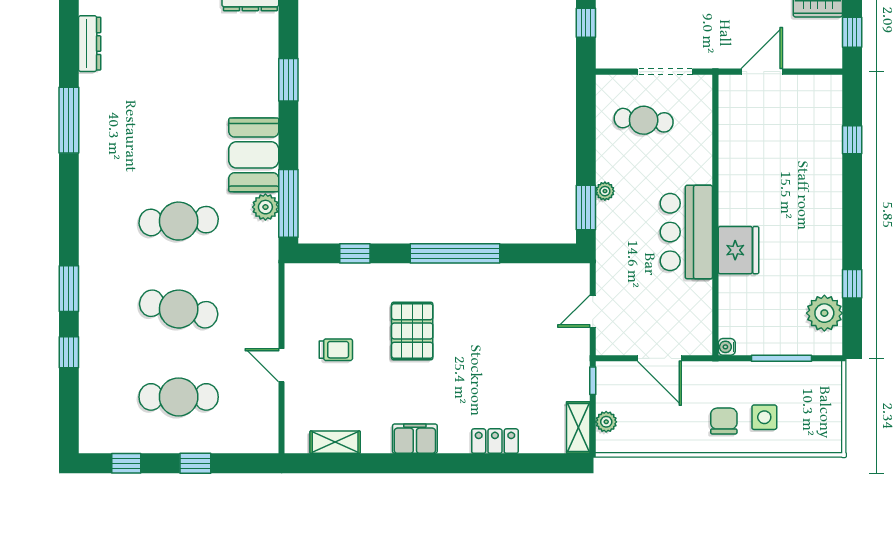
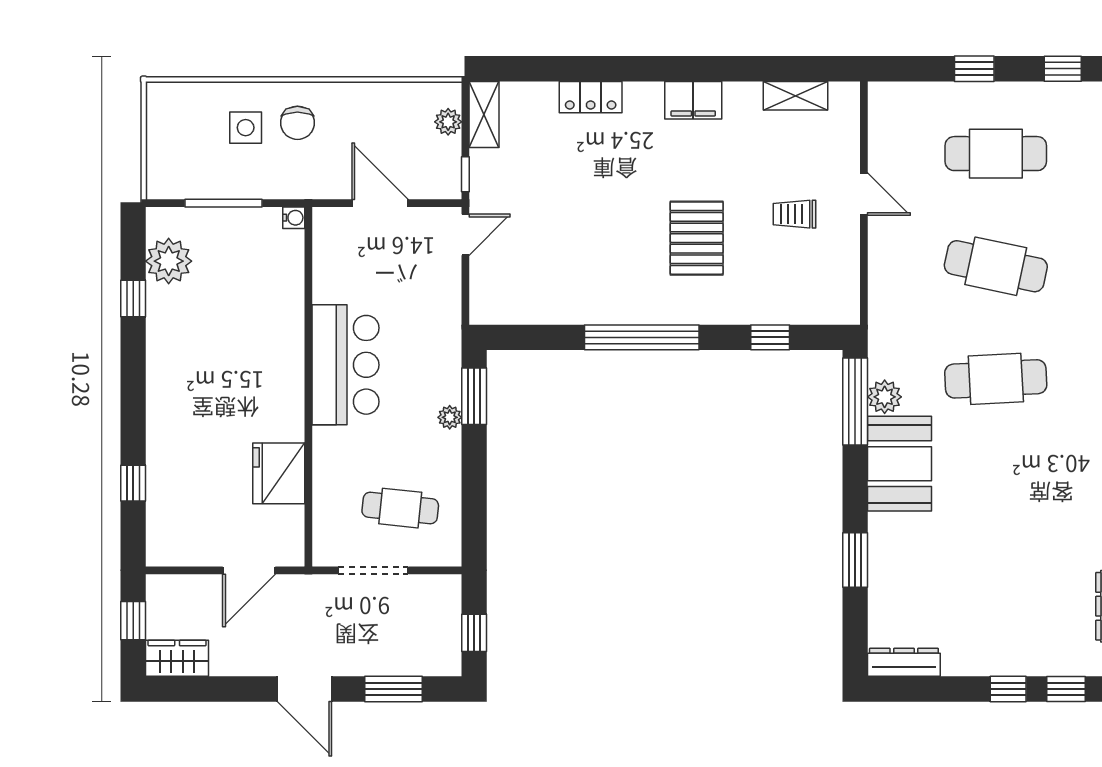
fridge: (738, 250) -> (279, 473), moved
door: (593, 311) -> (465, 235), moved

